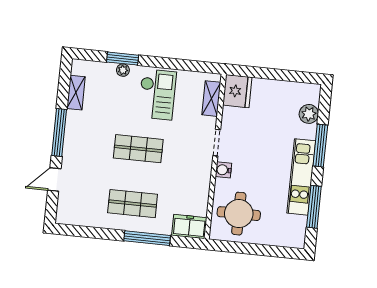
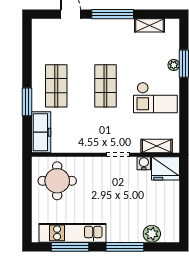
water cooler: (223, 170) -> (144, 163), moved
kitchen unit: (301, 177) -> (72, 233), moved
freezer: (189, 227) -> (41, 132), width x1.40
window: (147, 238) -> (27, 102), width x0.69

